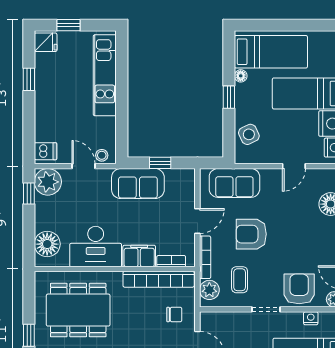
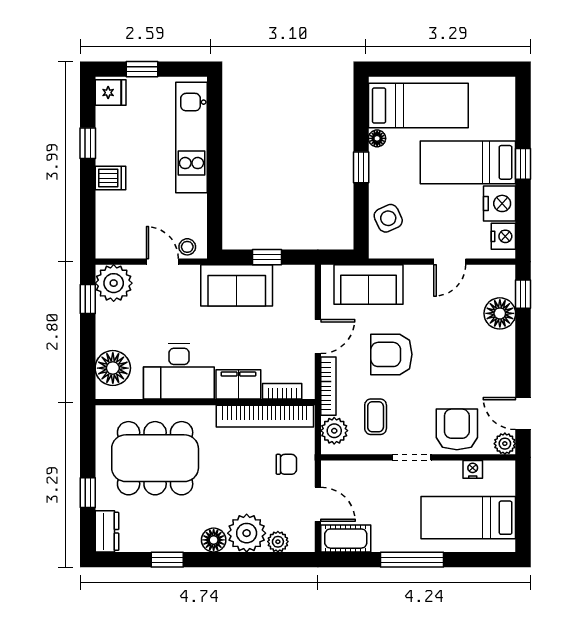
dishwasher: (45, 151) -> (110, 178), moved

